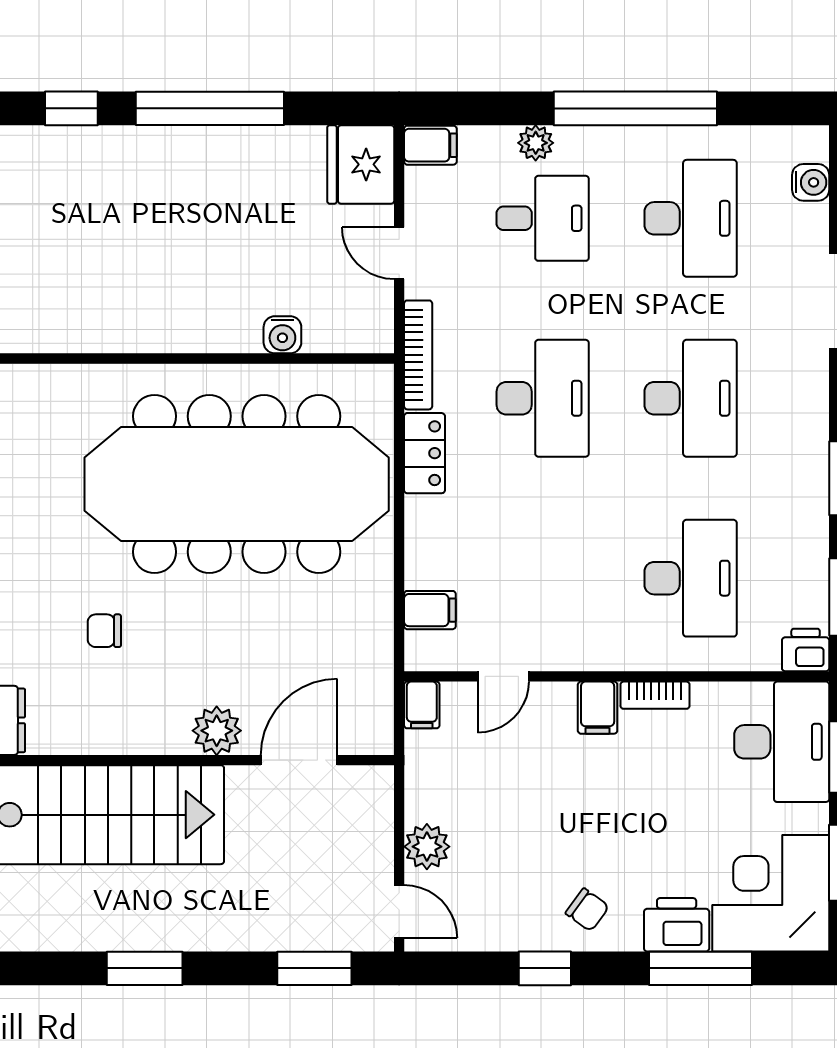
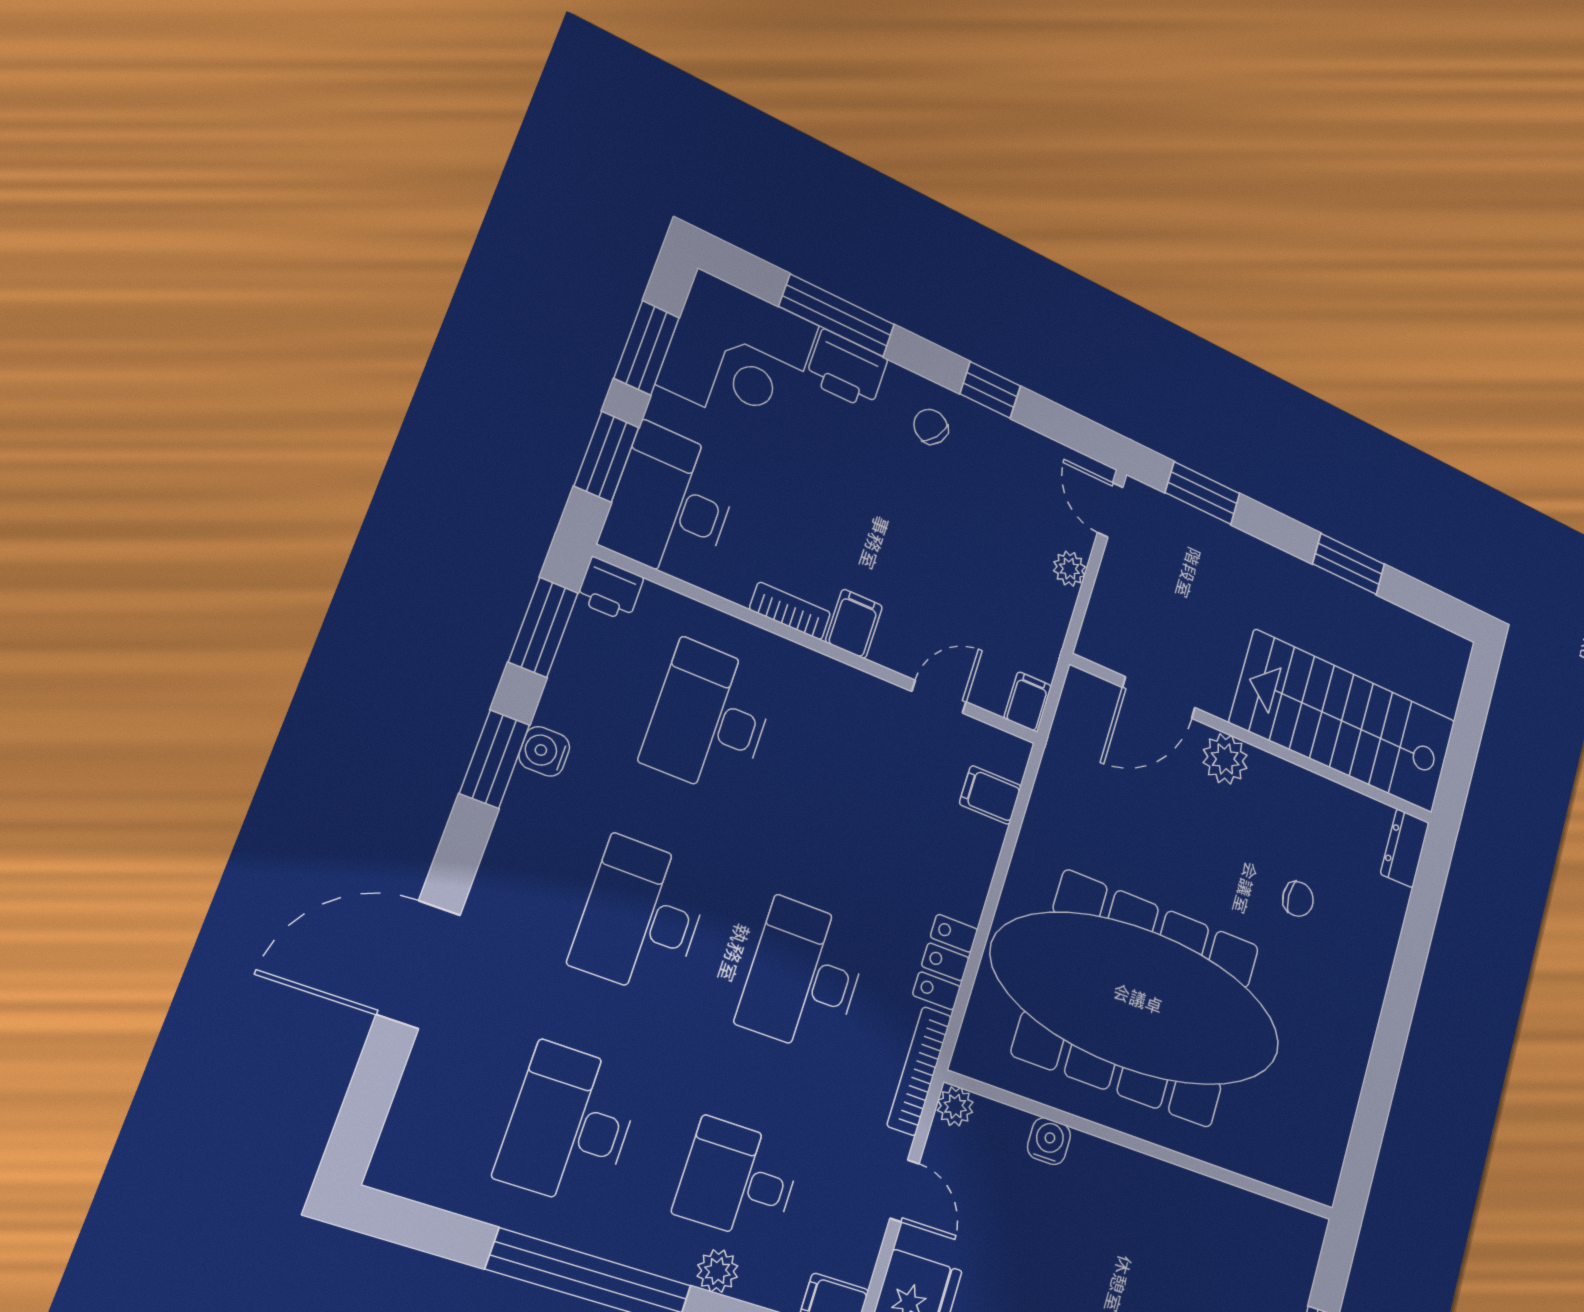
water cooler: (811, 182) -> (544, 751), moved
plant: (377, 336) -> (955, 1106), added
plant: (427, 847) -> (1069, 569), width x0.73, depth x0.73

